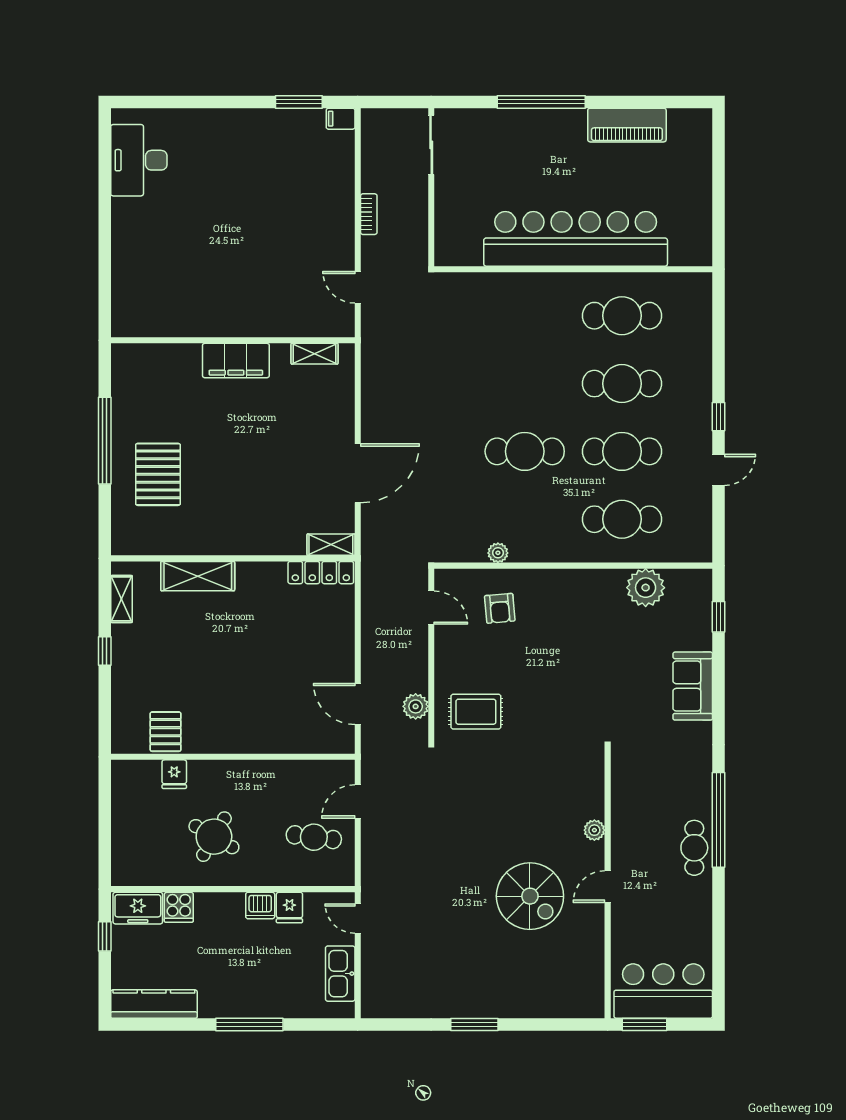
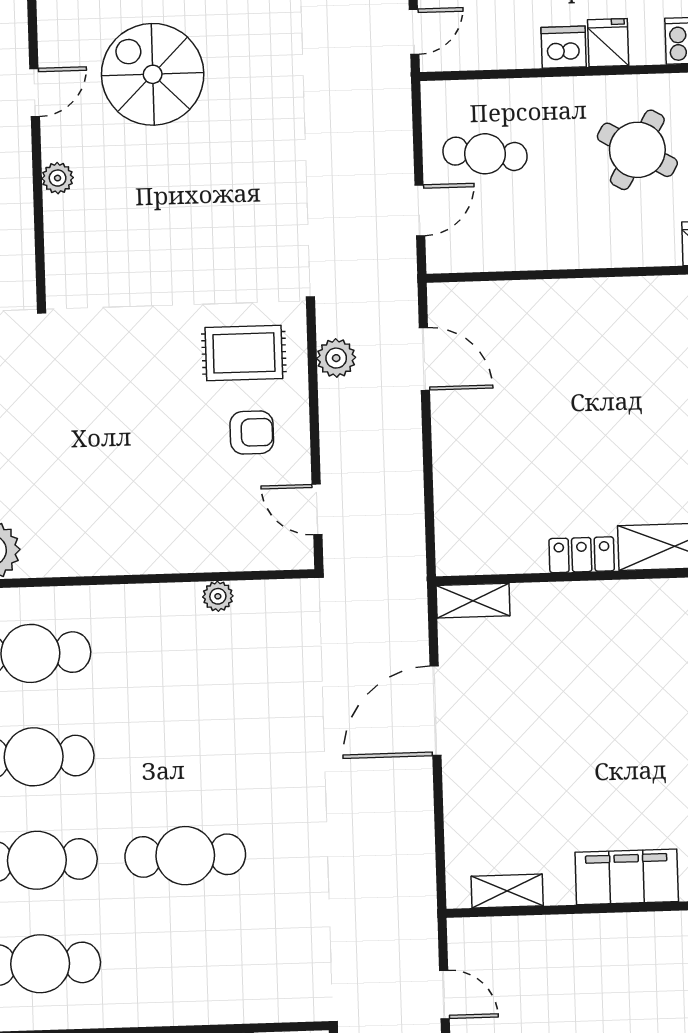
cafe table: (525, 451) -> (185, 856), moved
locker: (321, 573) -> (582, 555), moved, width x0.66
armchair: (500, 608) -> (252, 432), moved, turned 95
fridge: (289, 907) -> (608, 43), moved
door: (358, 919) -> (414, 32), hinge flipped

